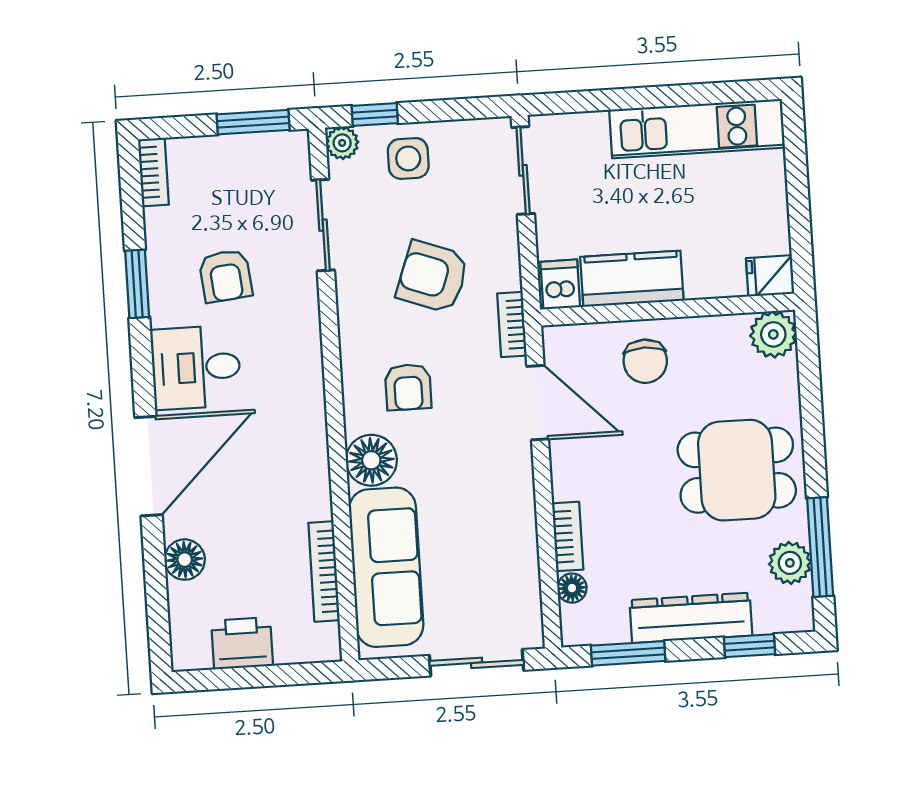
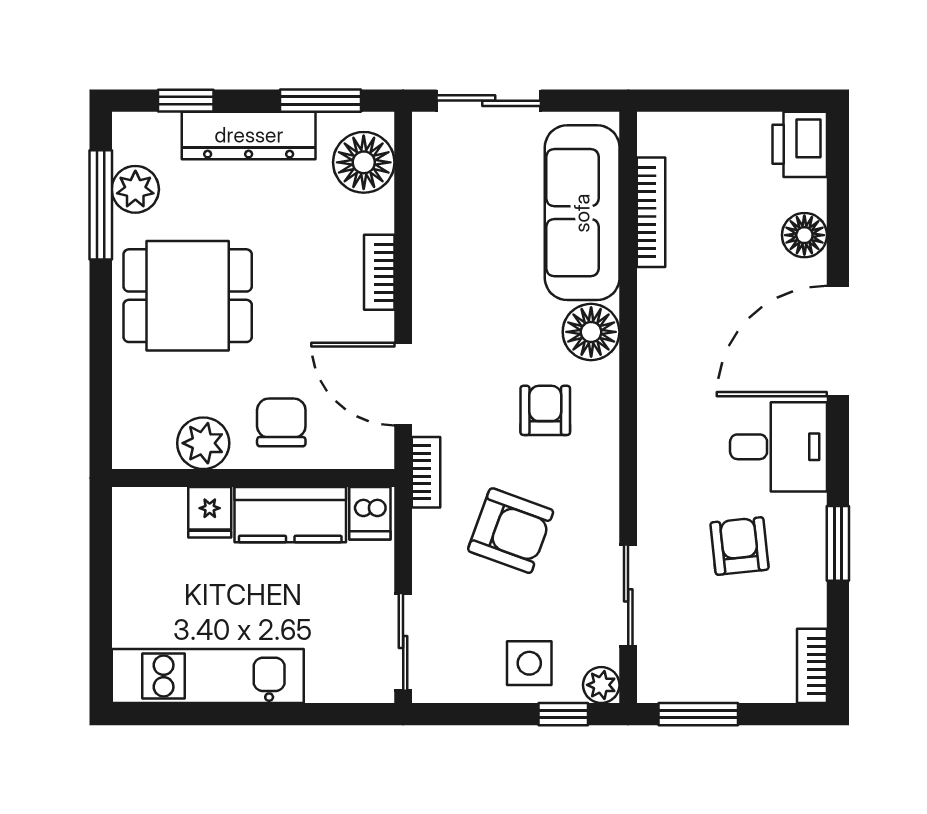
fridge: (770, 276) -> (210, 512), moved, turned 90
plant: (773, 334) -> (203, 443), moved
bookcase: (568, 536) -> (379, 272), moved
floor lamp: (572, 588) -> (364, 162), width x1.89, depth x1.89
printer: (242, 643) -> (800, 144), moved, turned 90

